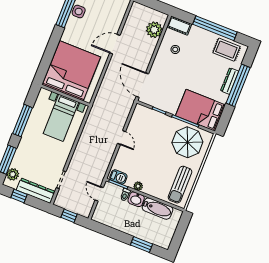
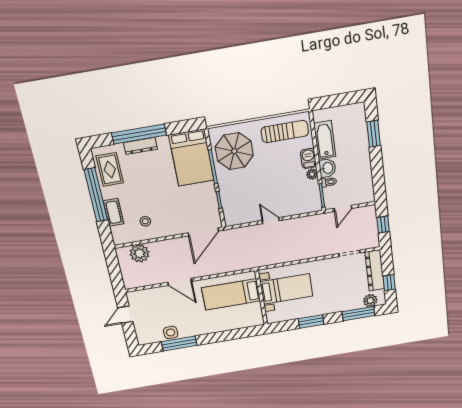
cot: (179, 25) -> (114, 212), moved
bed: (71, 71) -> (231, 294), width x0.49
window: (23, 121) -> (311, 322), width x0.69
door: (122, 138) -> (271, 221), hinge flipped
barbecue: (118, 177) -> (308, 158), moved

